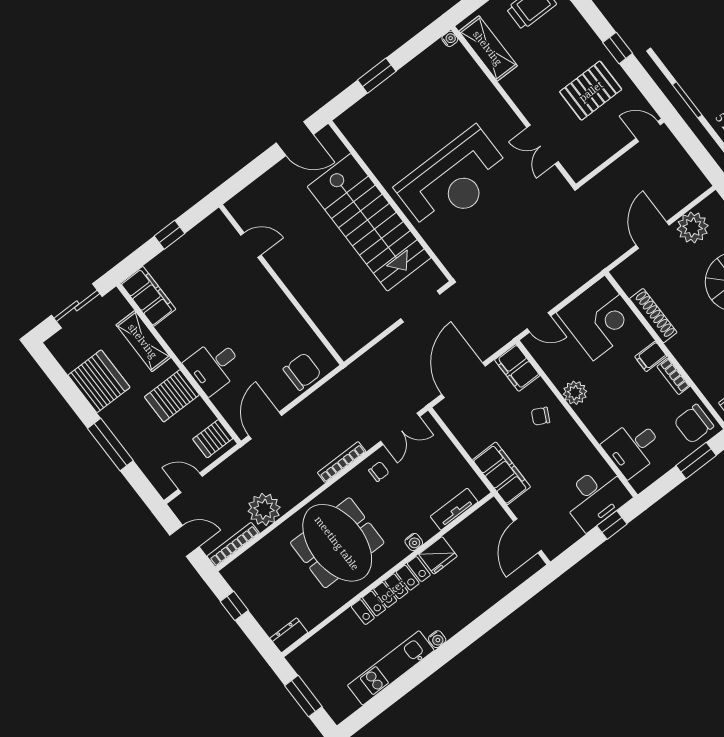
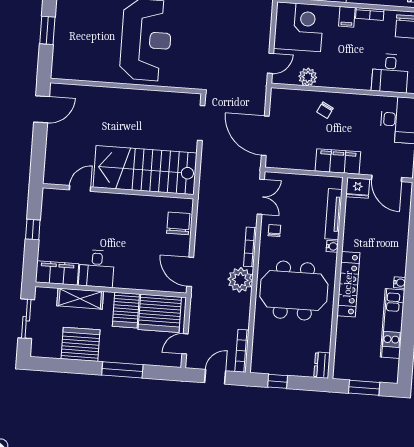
stairs: (369, 222) -> (145, 170), moved, turned 180
desk: (214, 366) -> (97, 269), moved
filing cabinet: (517, 368) -> (285, 99), removed
plant: (575, 393) -> (308, 77), moved
server rack: (213, 439) -> (160, 313), width x2.18, depth x1.44
plant: (264, 509) -> (240, 280), moved
tv unit: (454, 509) -> (334, 214), width x1.41
fridge: (438, 555) -> (358, 188), moved, turned 90

